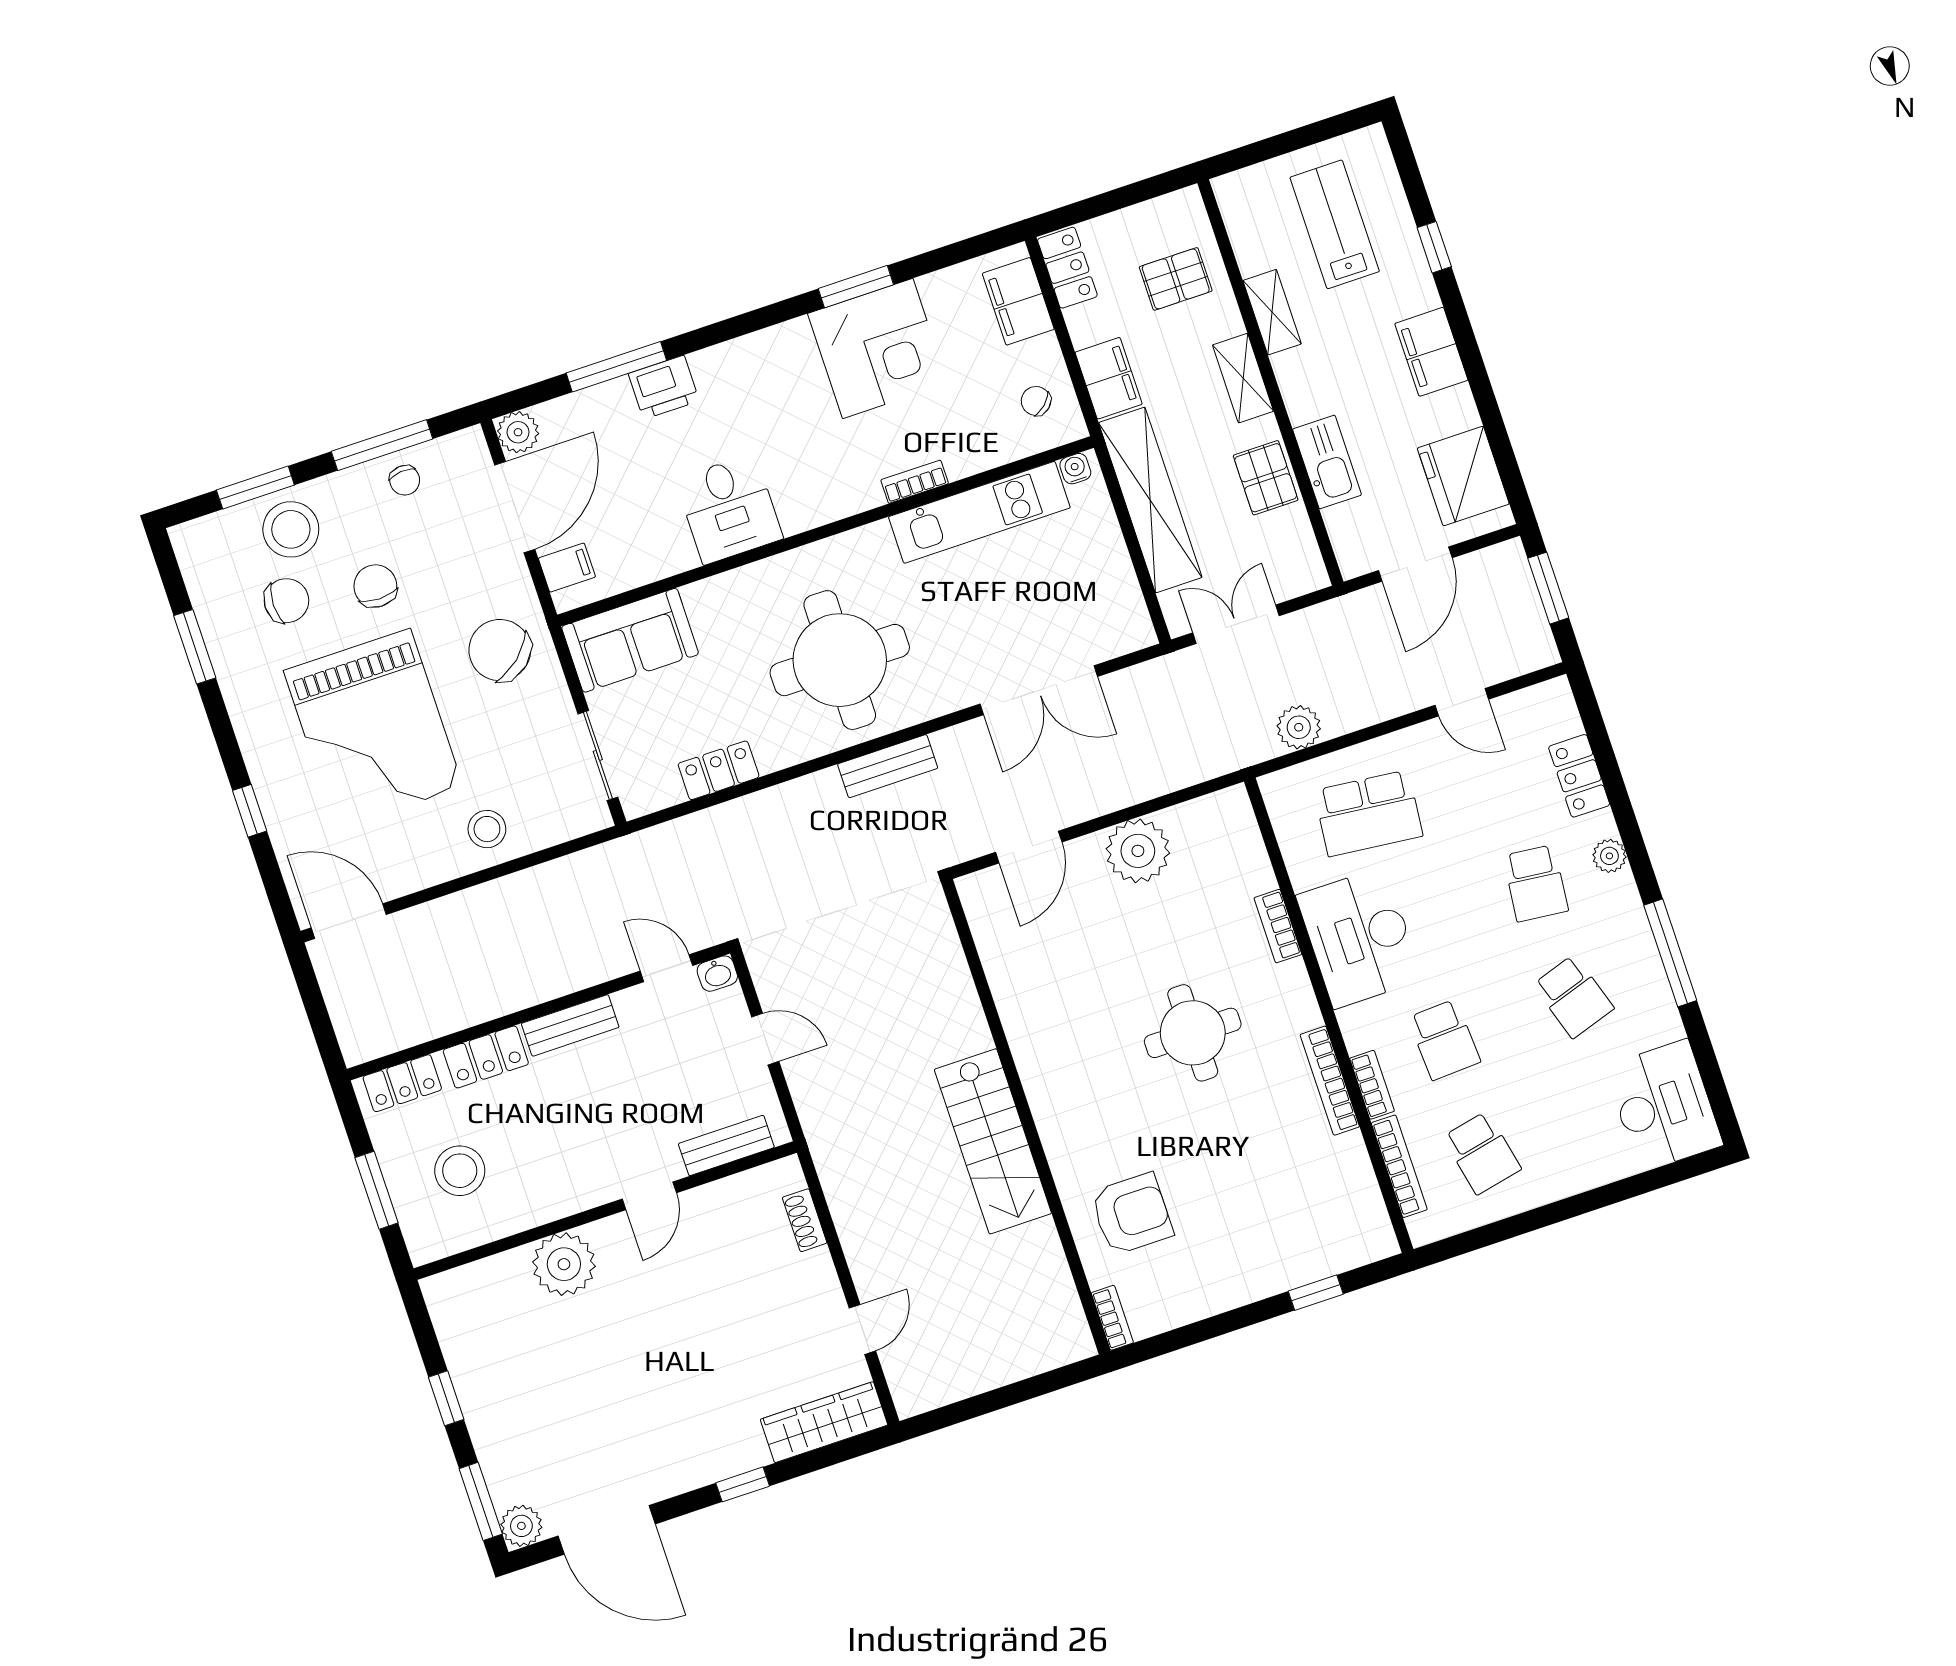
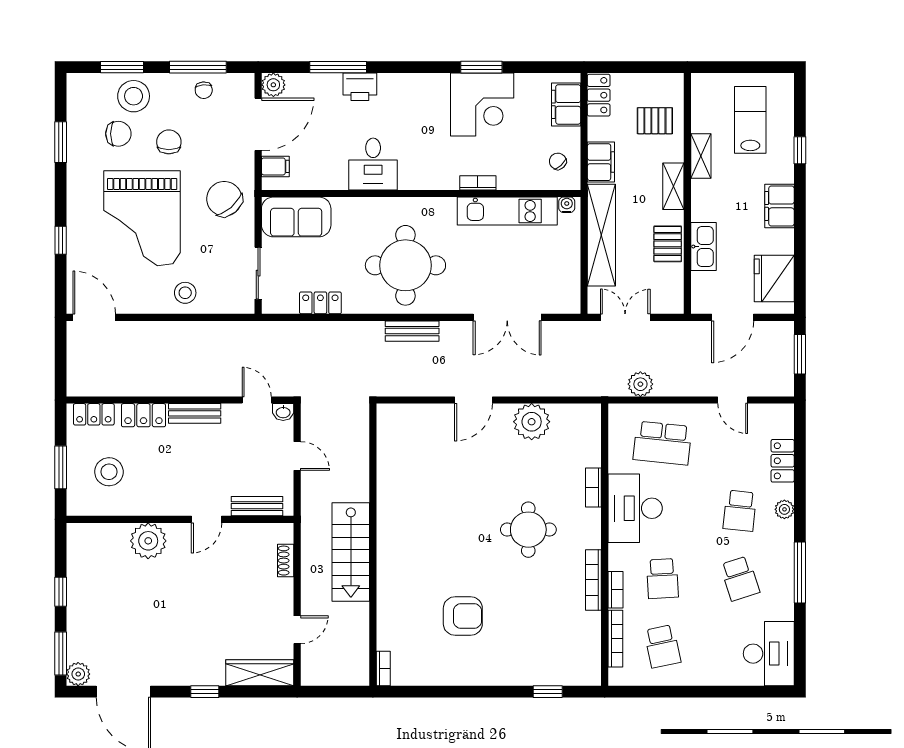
wall: (1026, 1117) -> (373, 545), moved
stairs: (993, 1141) -> (351, 552), moved
bookcase: (1112, 1318) -> (383, 668), moved

